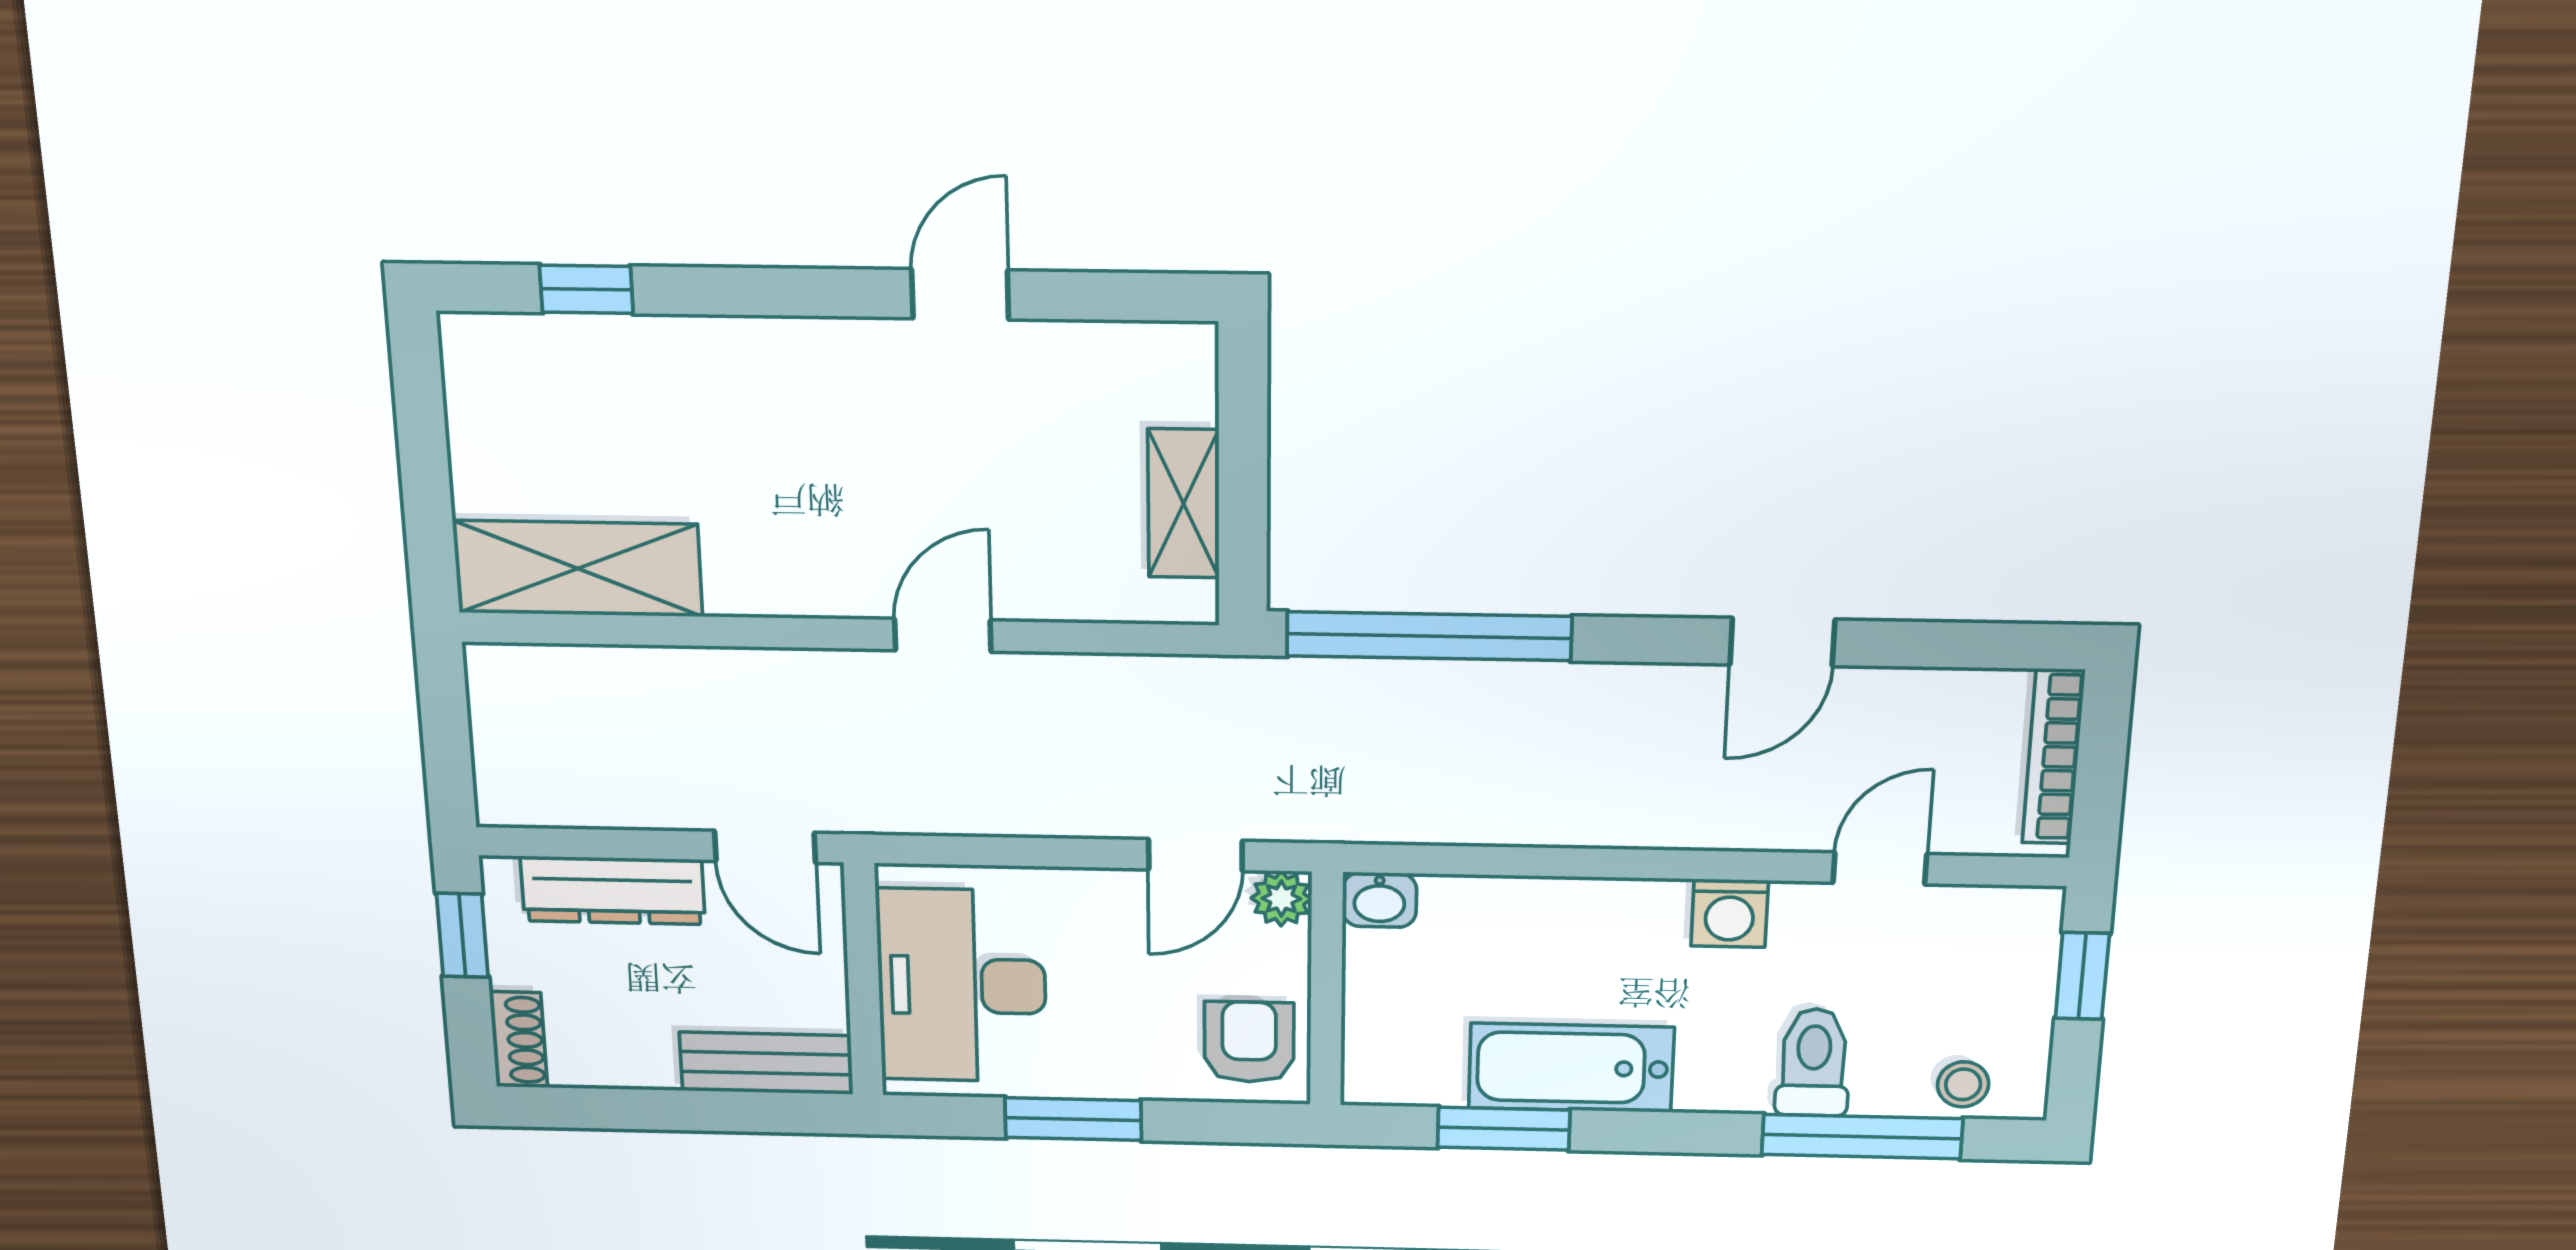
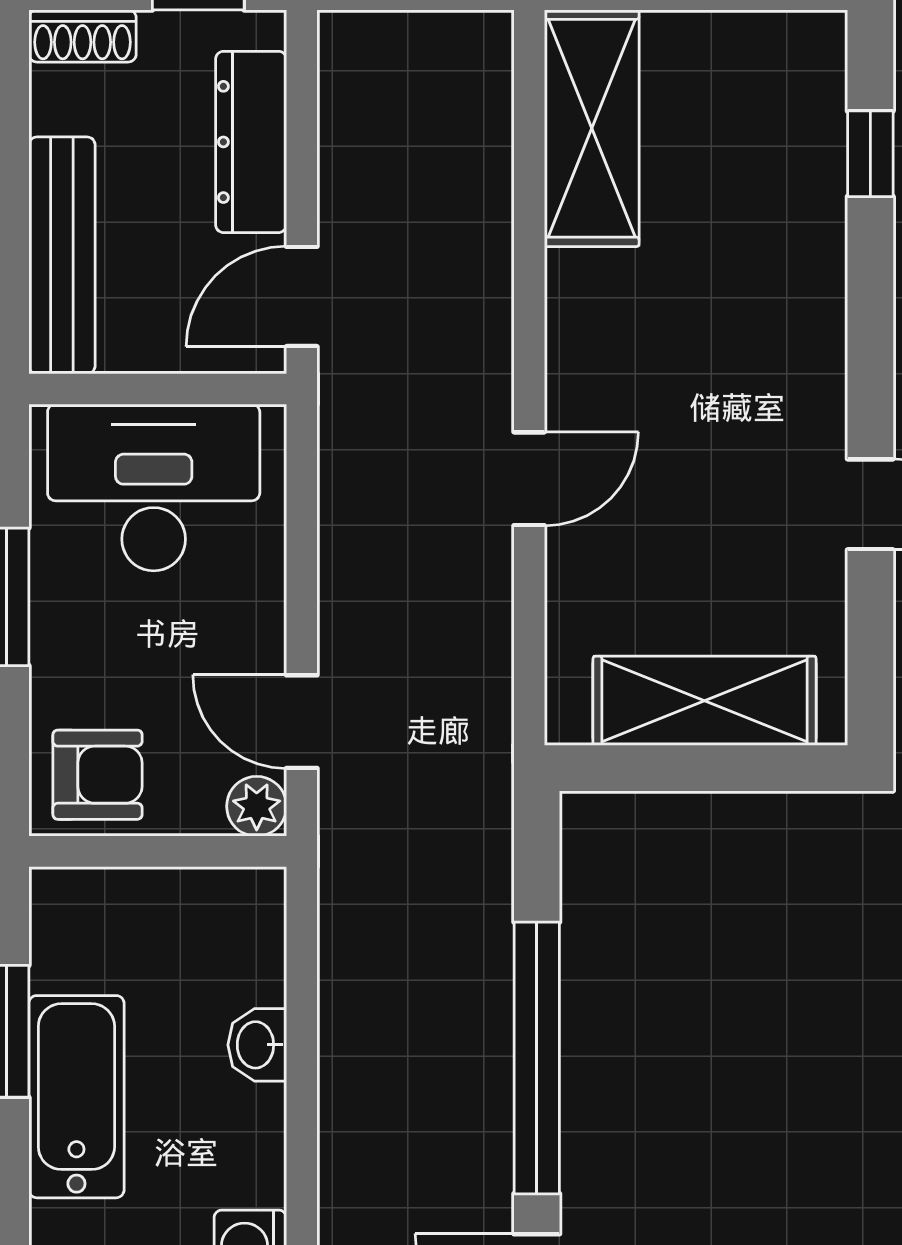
shelving: (1184, 504) -> (705, 701), width x1.50, depth x1.33
door: (943, 635) -> (529, 479), hinge flipped
window: (1429, 636) -> (537, 1058), moved
washbasin: (1379, 900) -> (257, 1045), moved
bench: (766, 1063) -> (62, 255), width x1.36

